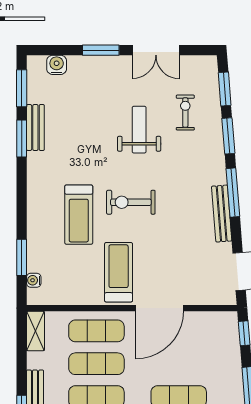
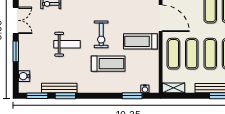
bench: (35, 128) -> (59, 88), width x1.36
weight bench: (139, 130) -> (67, 44), moved, turned 180

